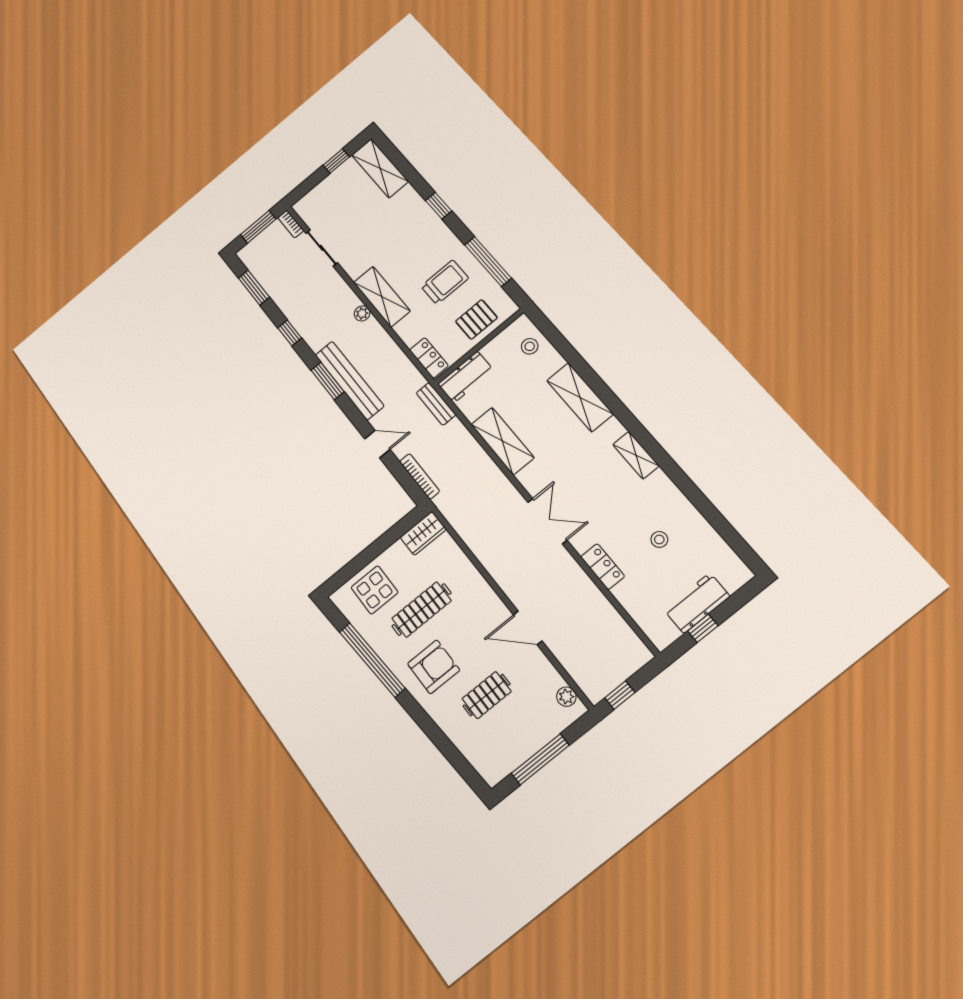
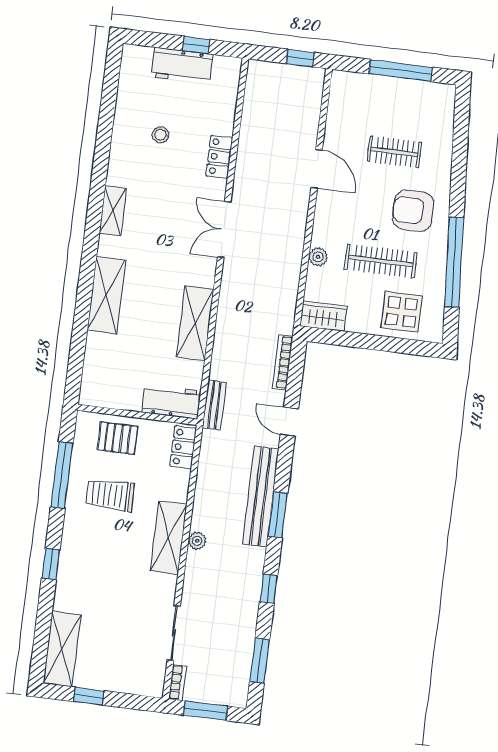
stool: (530, 346) -> (101, 373), removed
plant: (566, 697) -> (318, 257), moved

